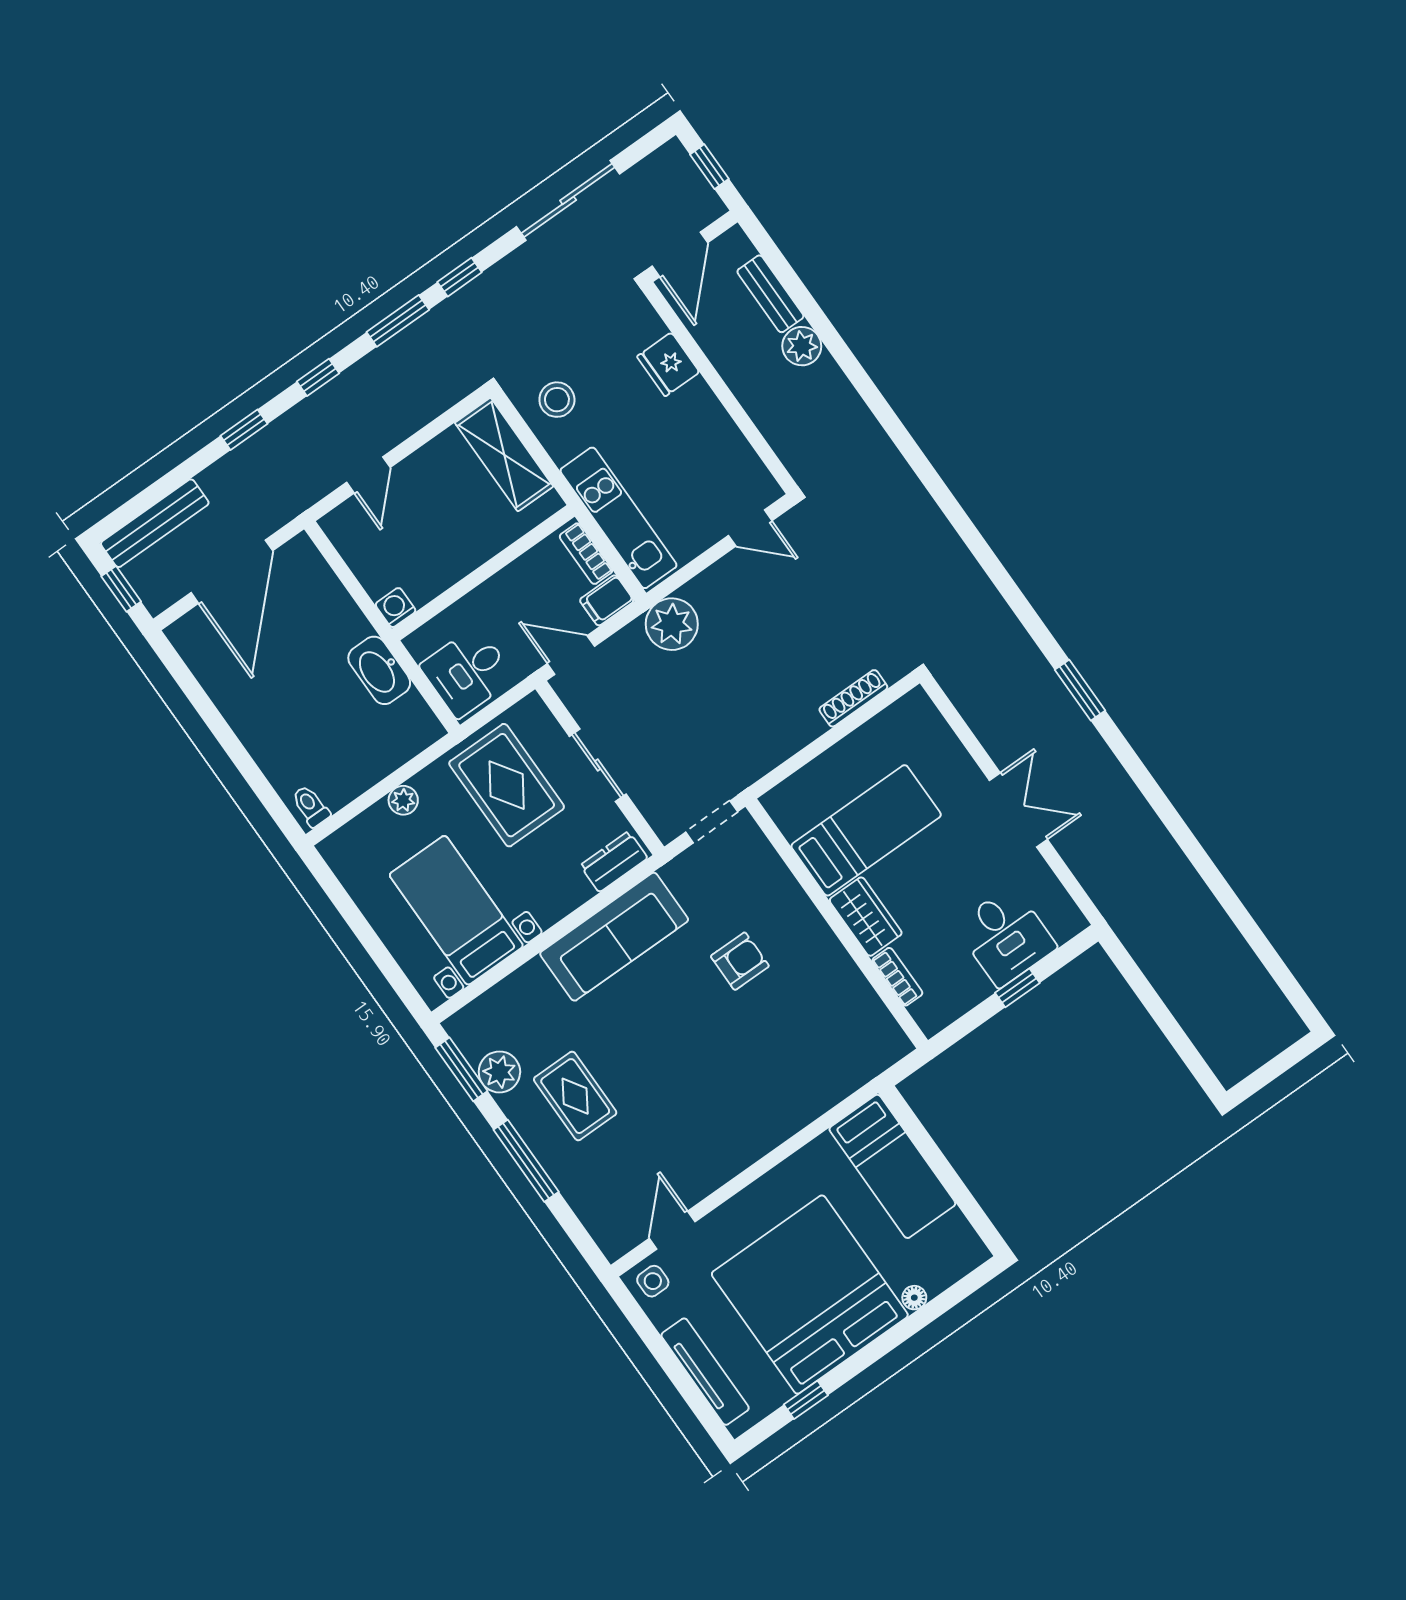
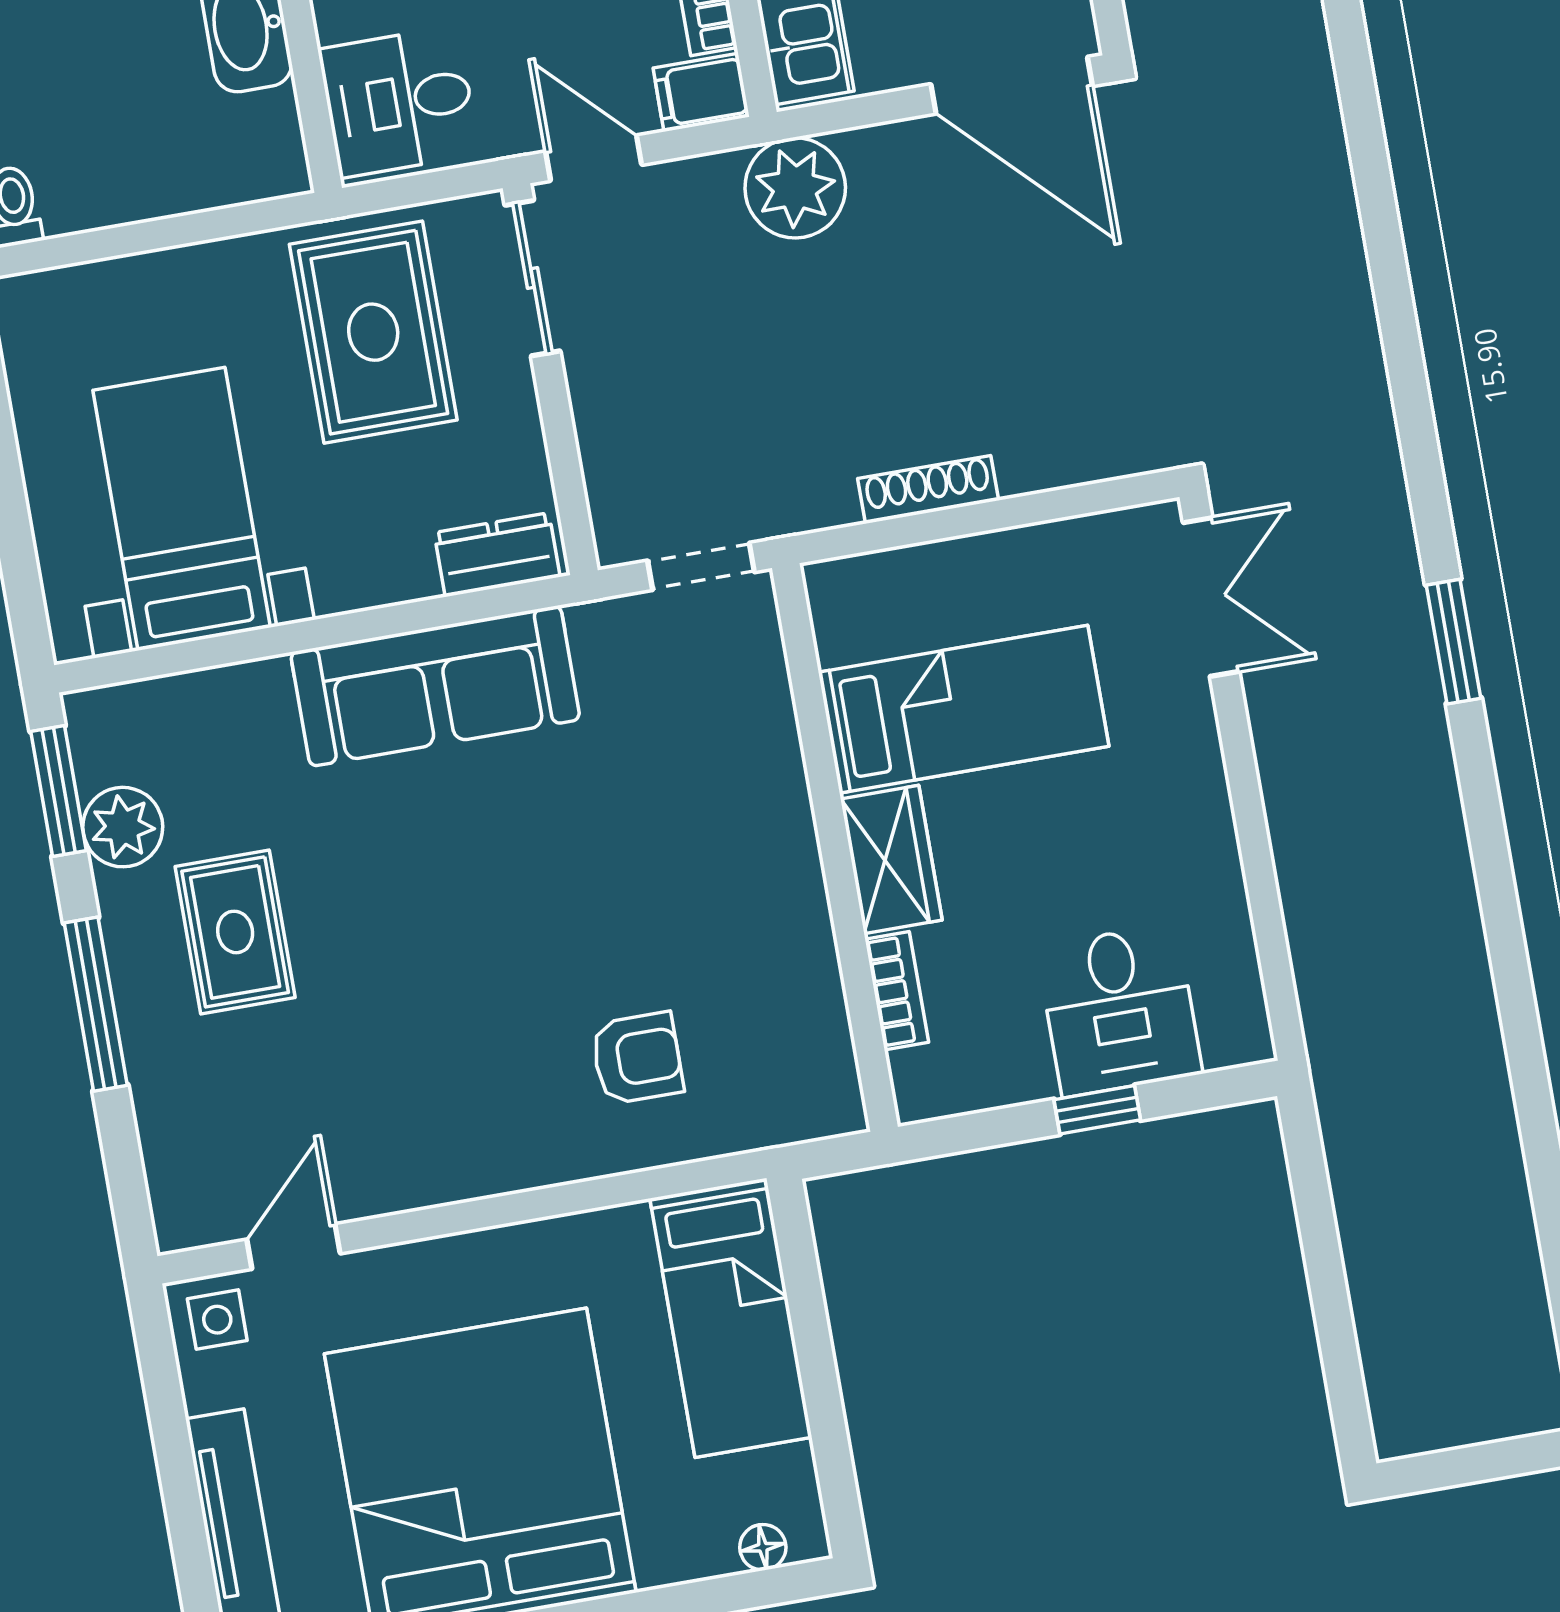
door: (750, 528) -> (1012, 85), width x1.87
shoe rack: (853, 698) -> (928, 489), moved
sliding door: (598, 765) -> (532, 278), moved
plant: (403, 800) -> (180, 273), removed
double door: (1018, 810) -> (1211, 597), moved
armchair: (740, 961) -> (637, 1058), moved
floor lamp: (914, 1298) -> (763, 1547), moved

